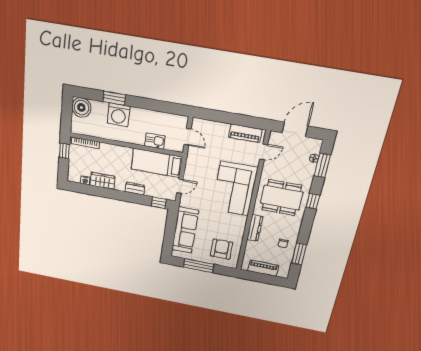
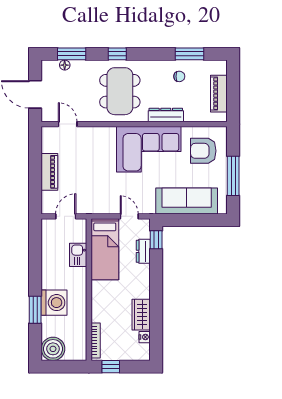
piano: (245, 133) -> (49, 172), moved
dresser: (135, 189) -> (143, 251), moved
corner sofa: (235, 189) -> (149, 149), moved

